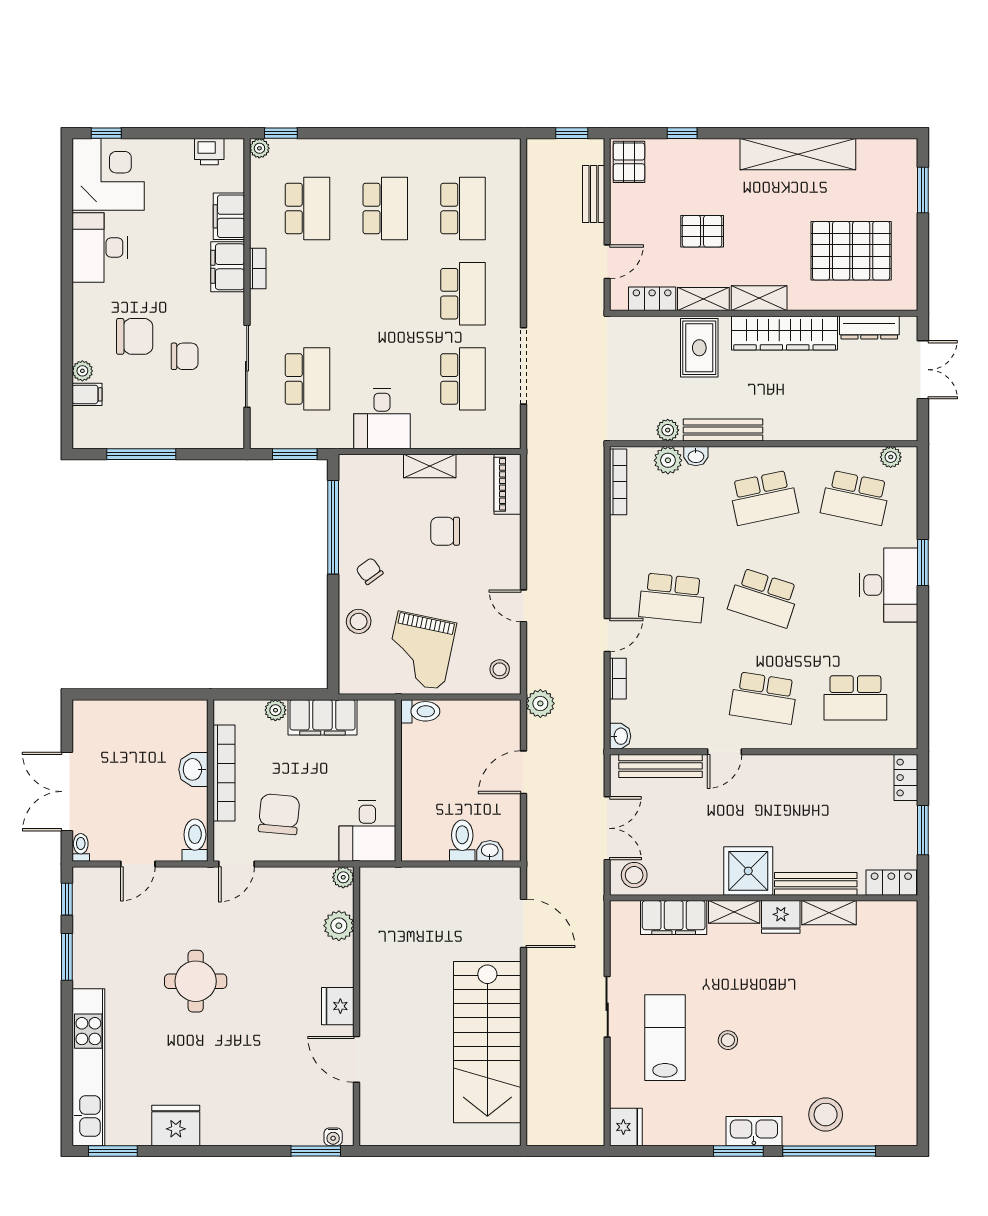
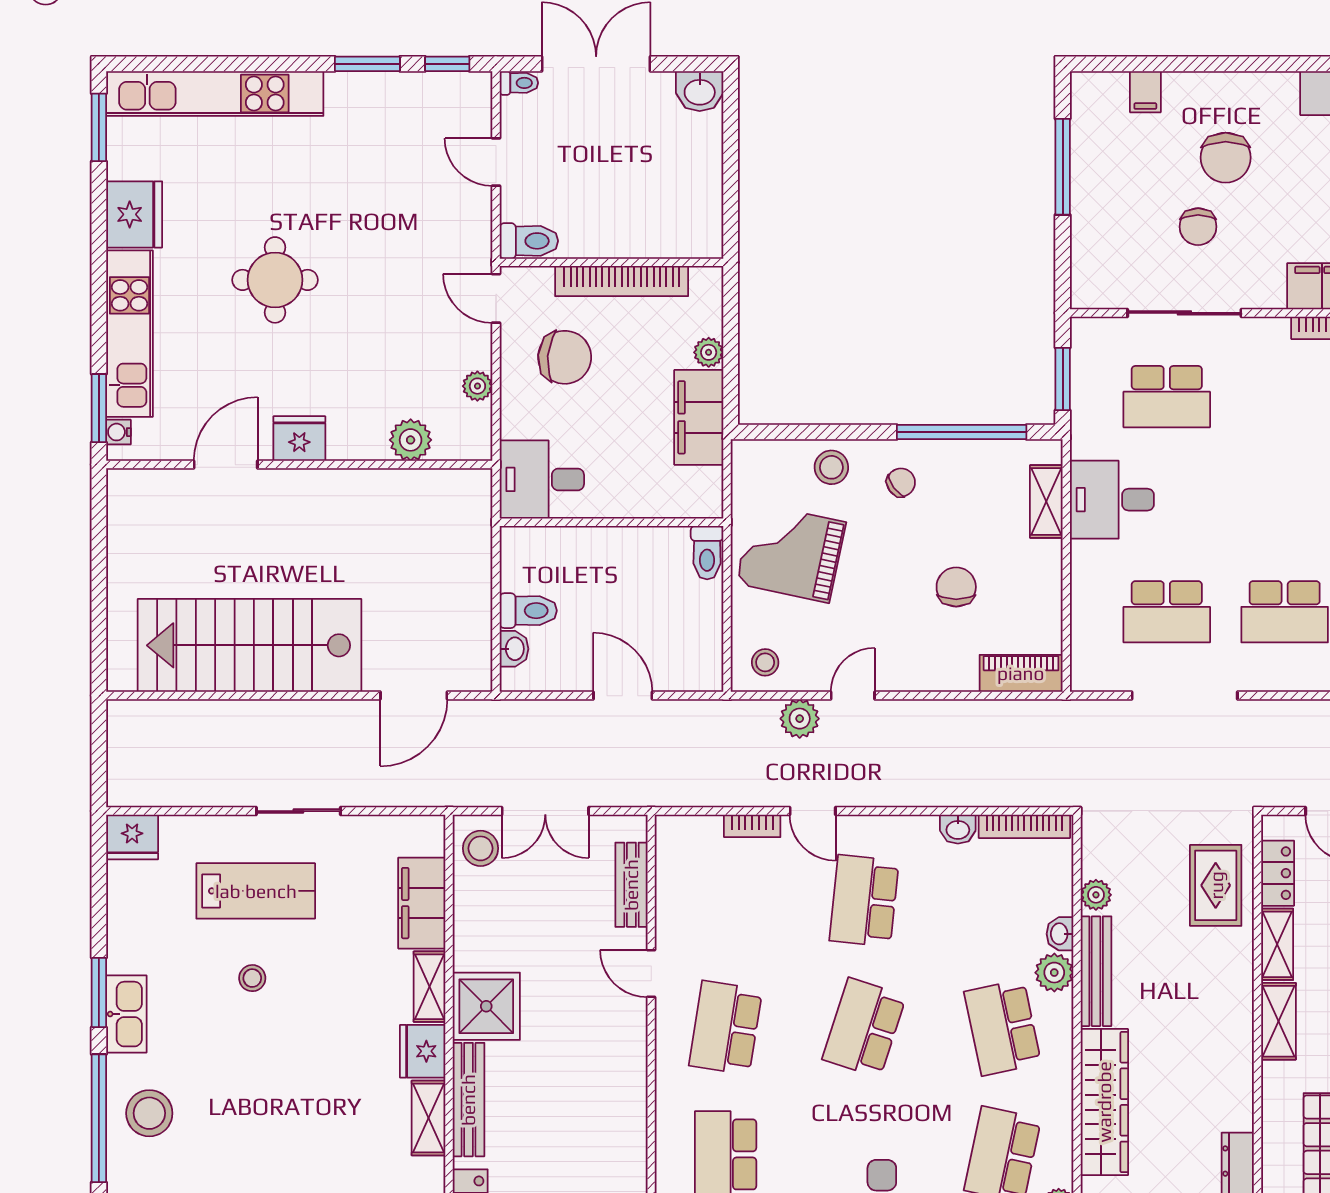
wardrobe: (785, 333) -> (1104, 1102), moved, turned 180
rug: (699, 348) -> (1216, 885), moved, turned 90
plant: (82, 371) -> (1178, 85), removed
plant: (668, 460) -> (1054, 973), moved
shelving: (430, 466) -> (1046, 502), moved
plant: (540, 703) -> (800, 719), moved
washbasin: (620, 736) -> (958, 829), moved
bench: (660, 766) -> (631, 885), width x0.73
washbasin: (193, 769) -> (700, 91), moved, turned 180
plant: (343, 877) -> (477, 386), moved
round table: (196, 981) -> (275, 280), moved
kitchen unit: (262, 1129) -> (130, 334), added

